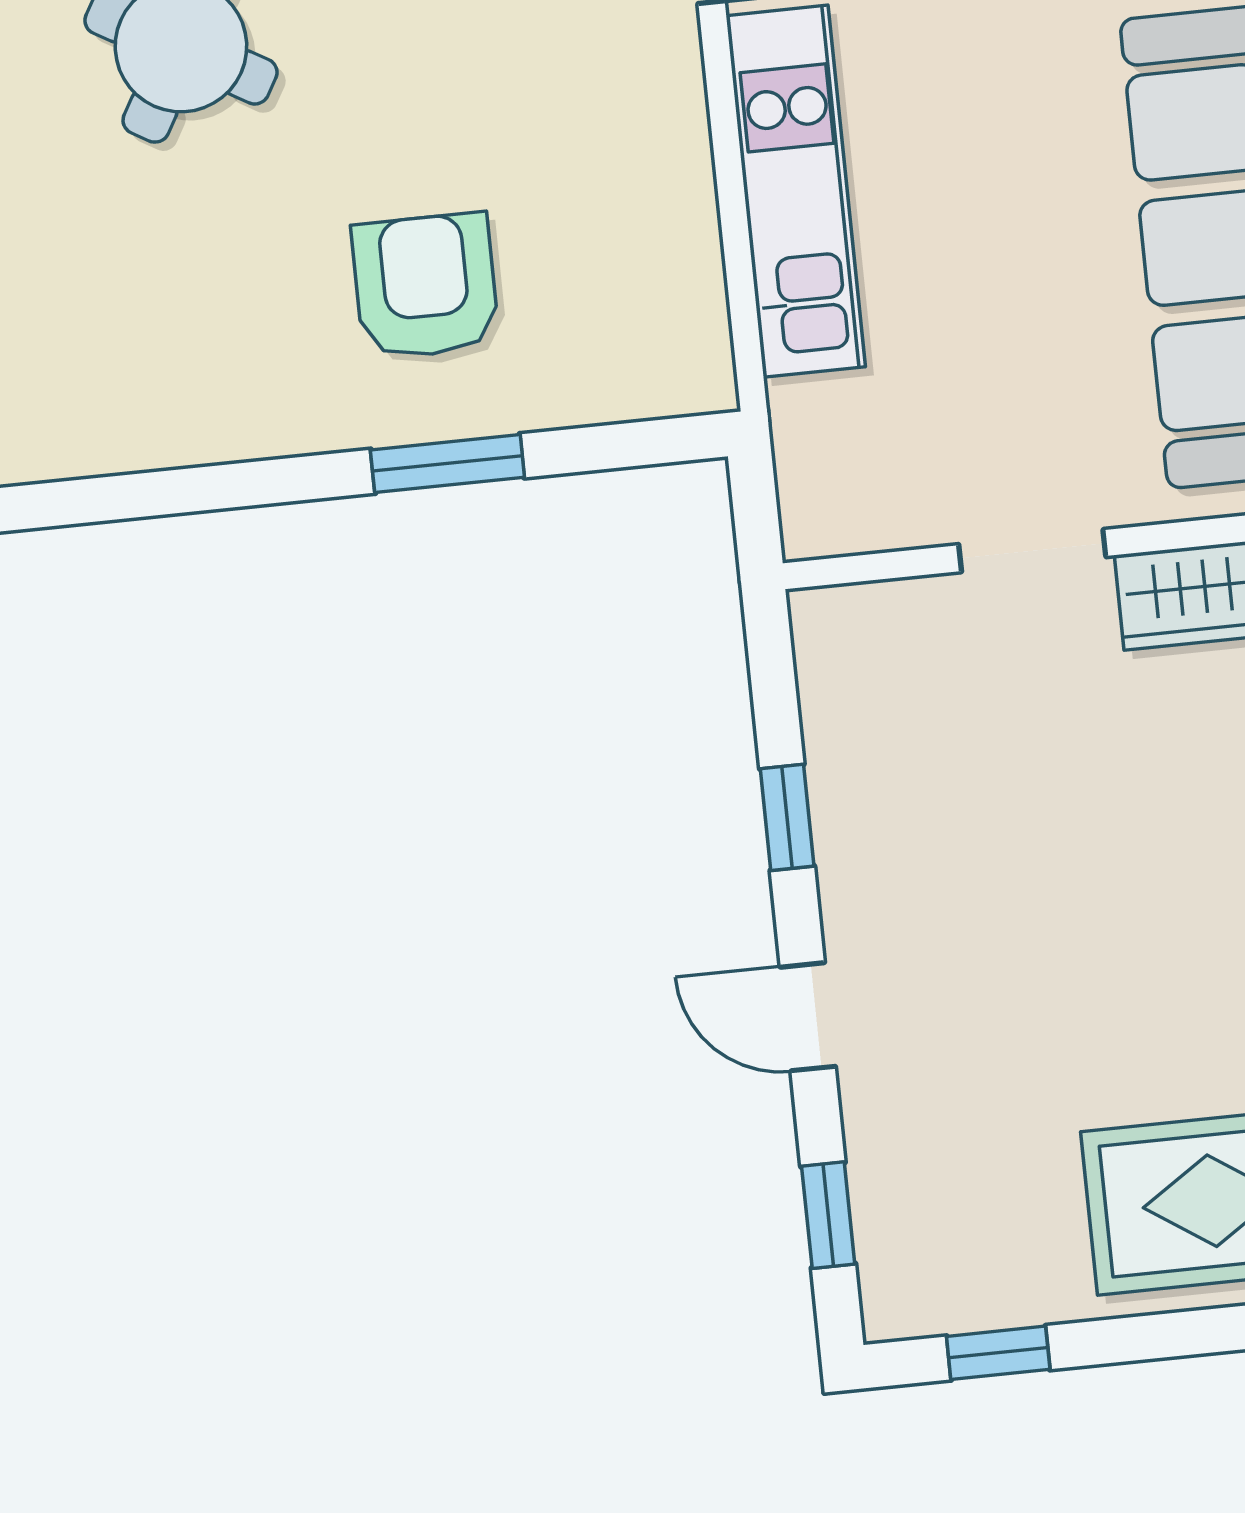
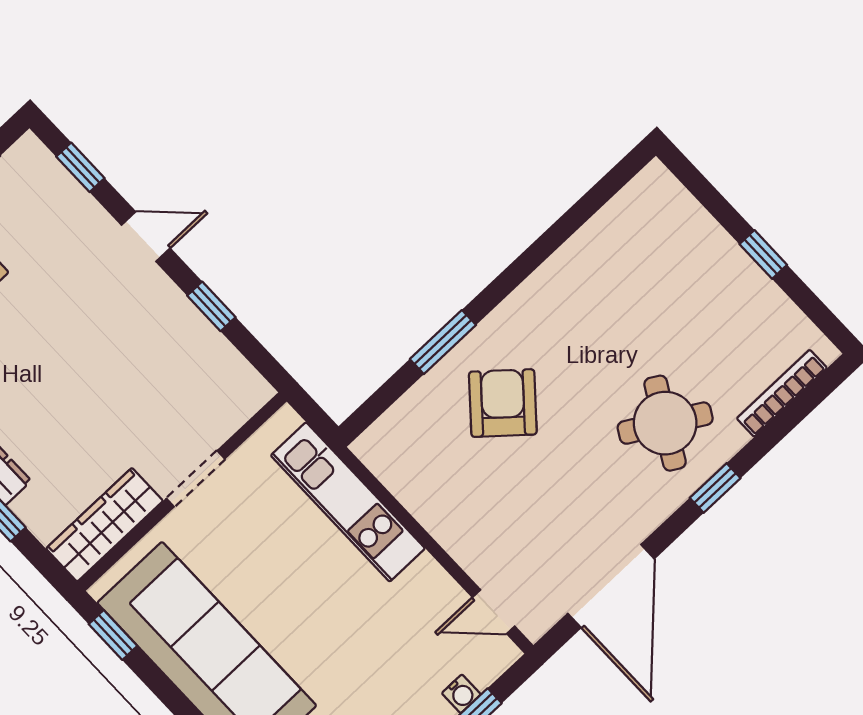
kitchen unit: (796, 191) -> (348, 502), moved
armchair: (425, 286) -> (503, 403), turned -139

